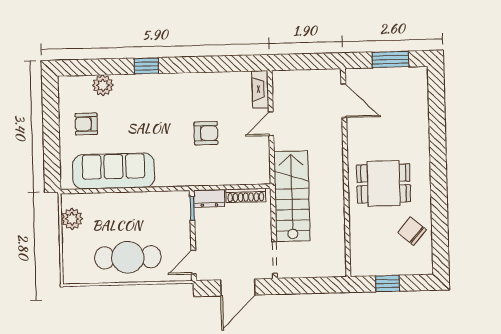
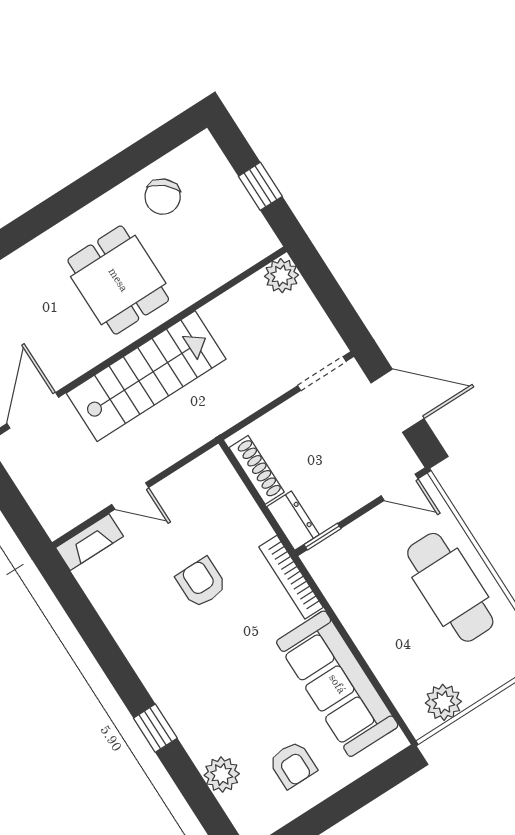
bookcase: (181, 180) -> (291, 577), added
stairs: (292, 196) -> (146, 376), moved, turned 180
plant: (336, 267) -> (282, 276), added

